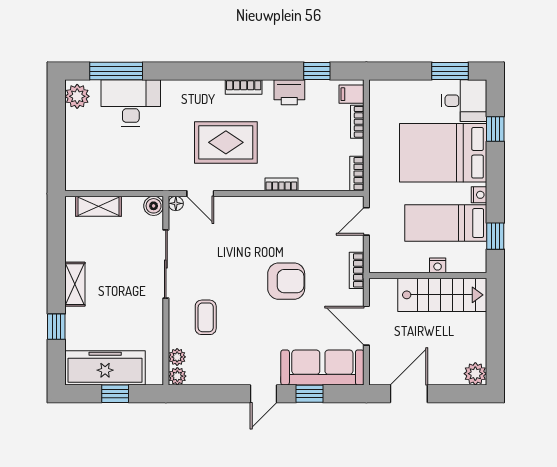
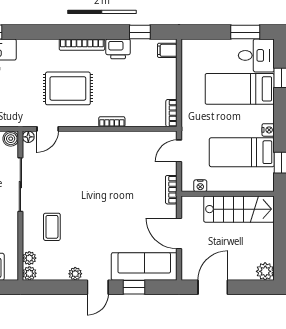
bookcase: (244, 87) -> (82, 45), width x1.56
bookcase: (357, 122) -> (172, 72), removed
bed: (443, 153) -> (240, 89), width x0.67
door: (200, 194) -> (48, 129), hinge flipped
nightstand: (438, 265) -> (200, 186), moved
armchair: (286, 281) -> (116, 198), removed
plant: (235, 377) -> (75, 274), added

